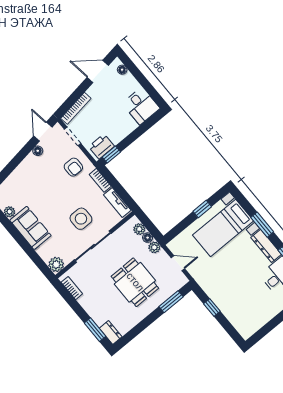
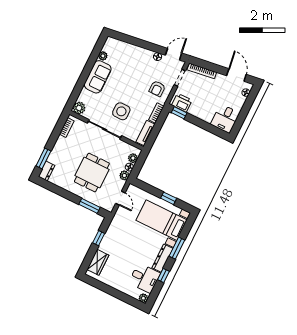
wardrobe: (239, 320) -> (98, 262), added

